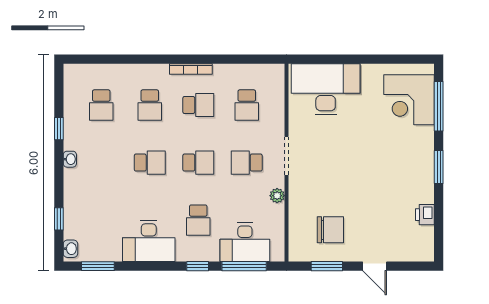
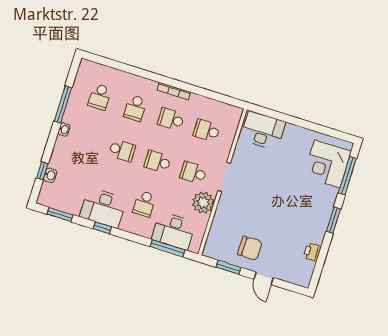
desk: (326, 89) -> (263, 131), width x0.73, depth x0.77
school desk: (198, 105) -> (171, 119), turned 180
school desk: (247, 105) -> (207, 130), turned 90
window: (59, 129) -> (63, 104), width x2.17
school desk: (198, 163) -> (158, 162), turned 180
plant: (277, 196) -> (203, 203), width x1.87, depth x1.87
chair: (330, 230) -> (250, 248), moved
washbasin: (70, 249) -> (50, 175), moved
window: (198, 266) -> (102, 228), moved

